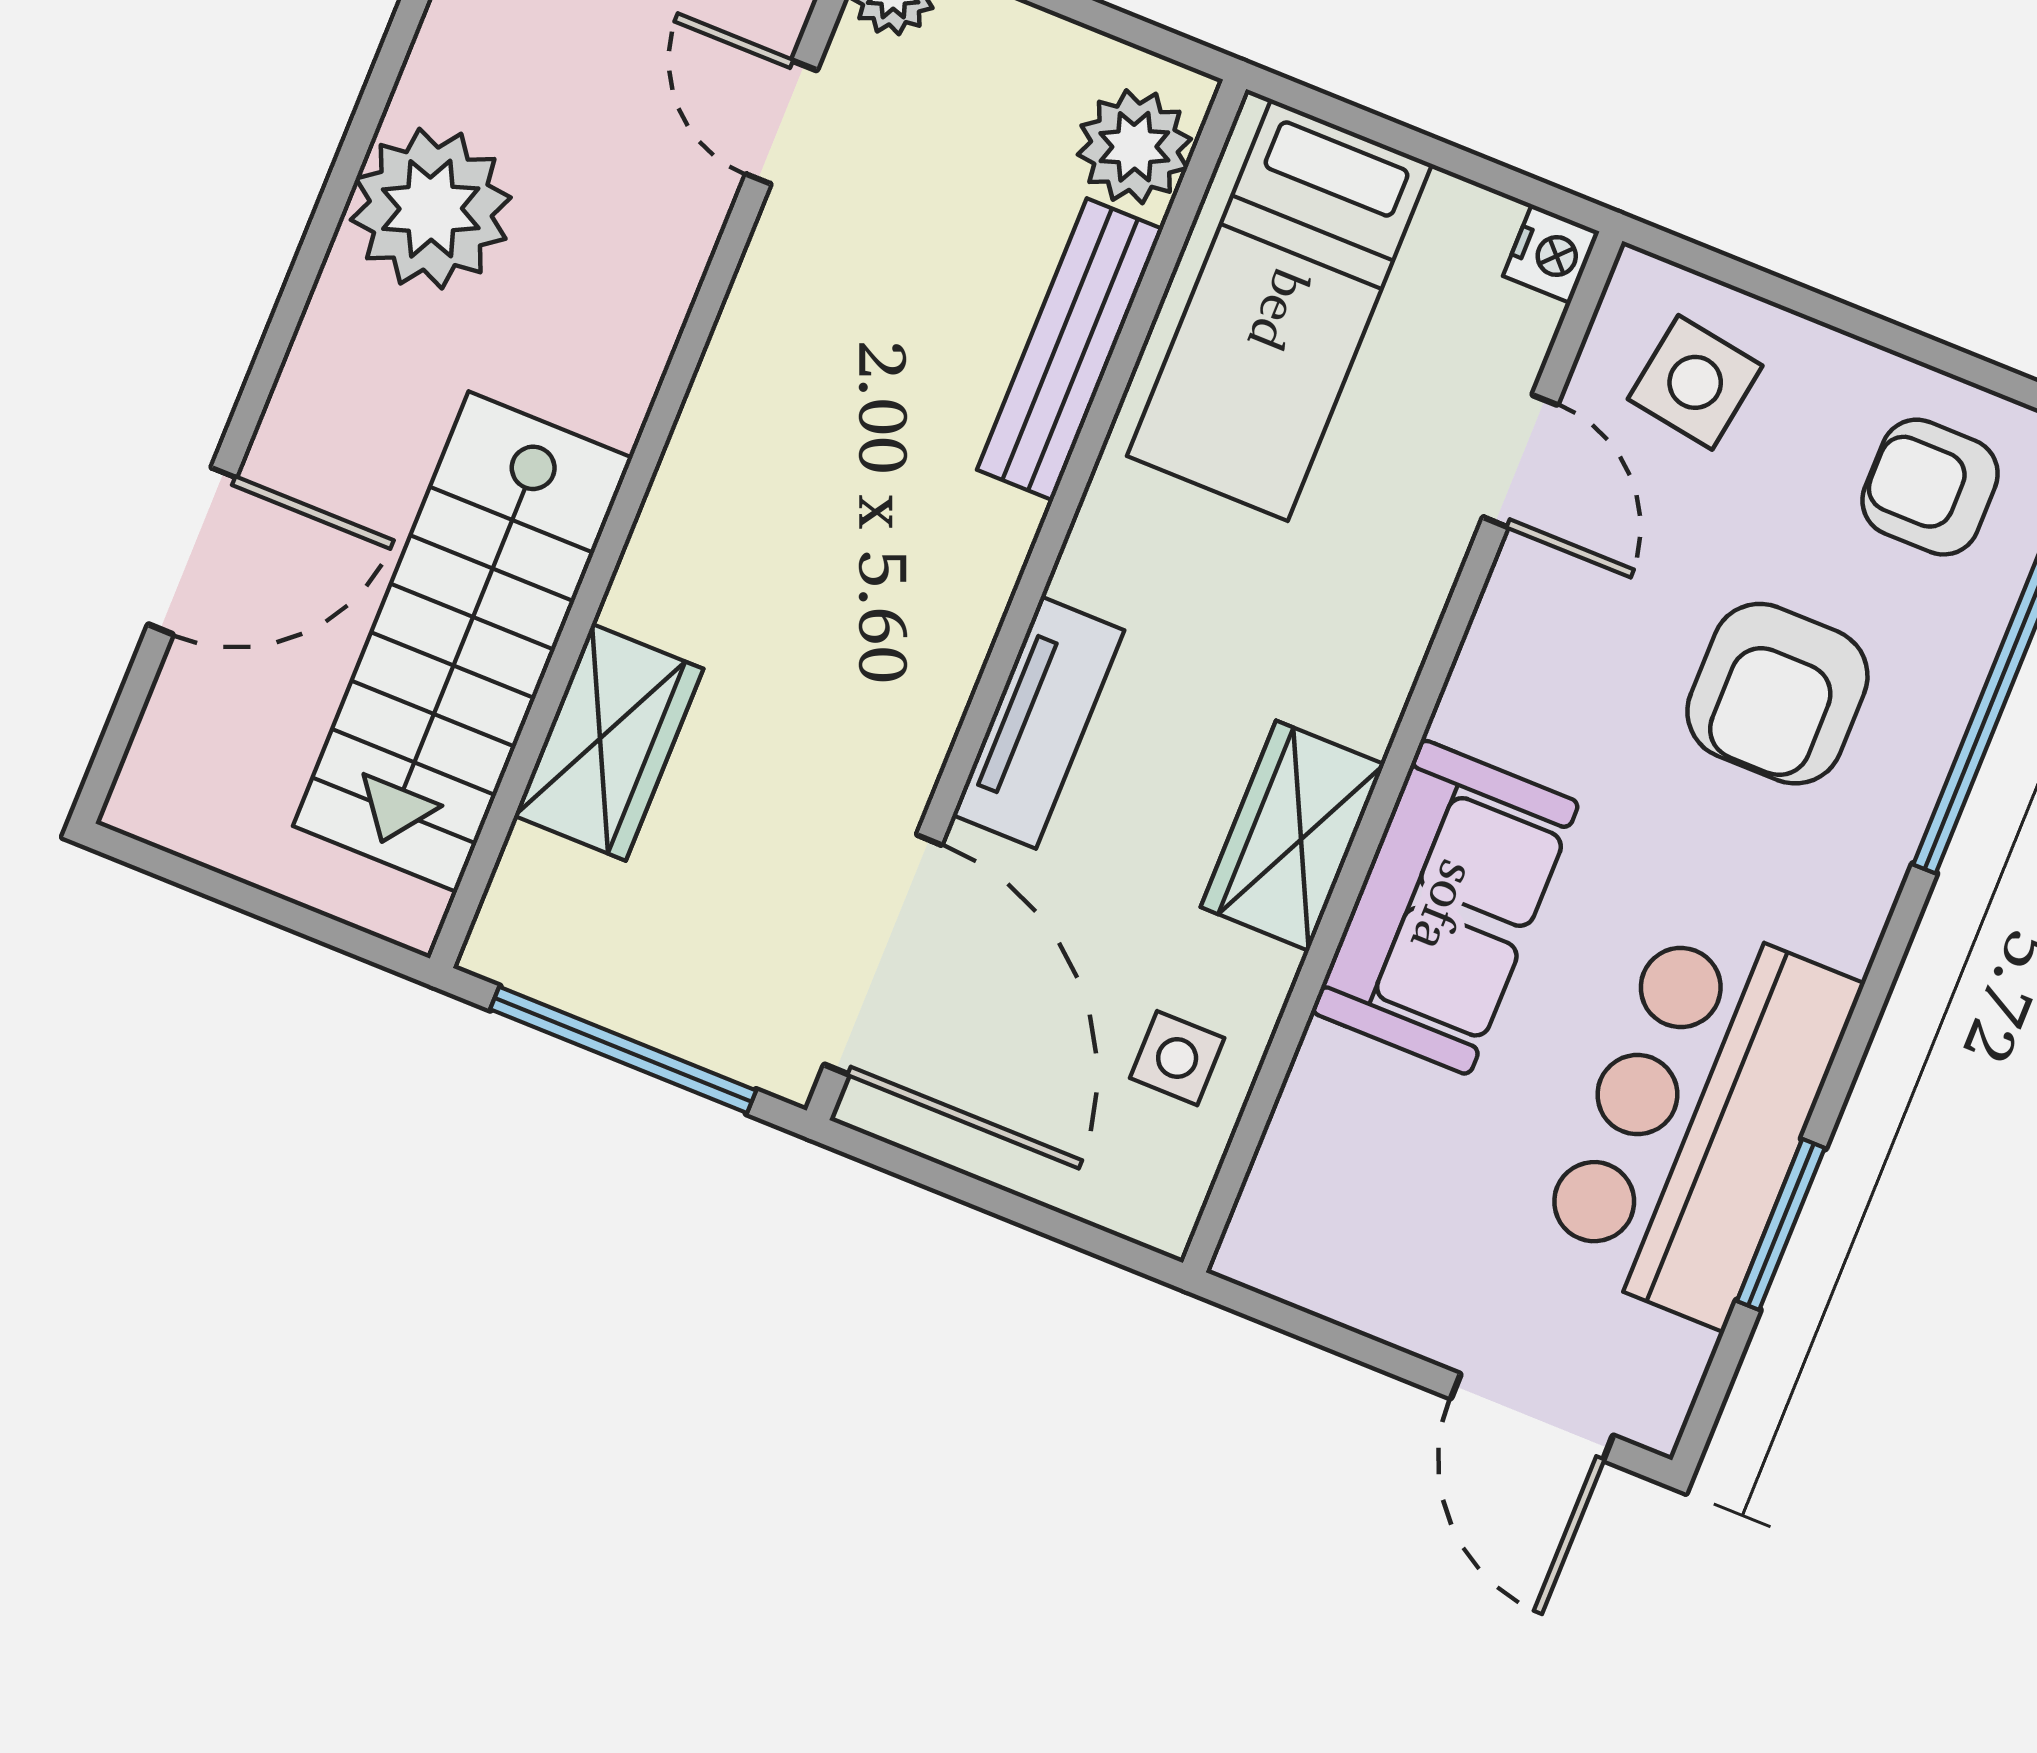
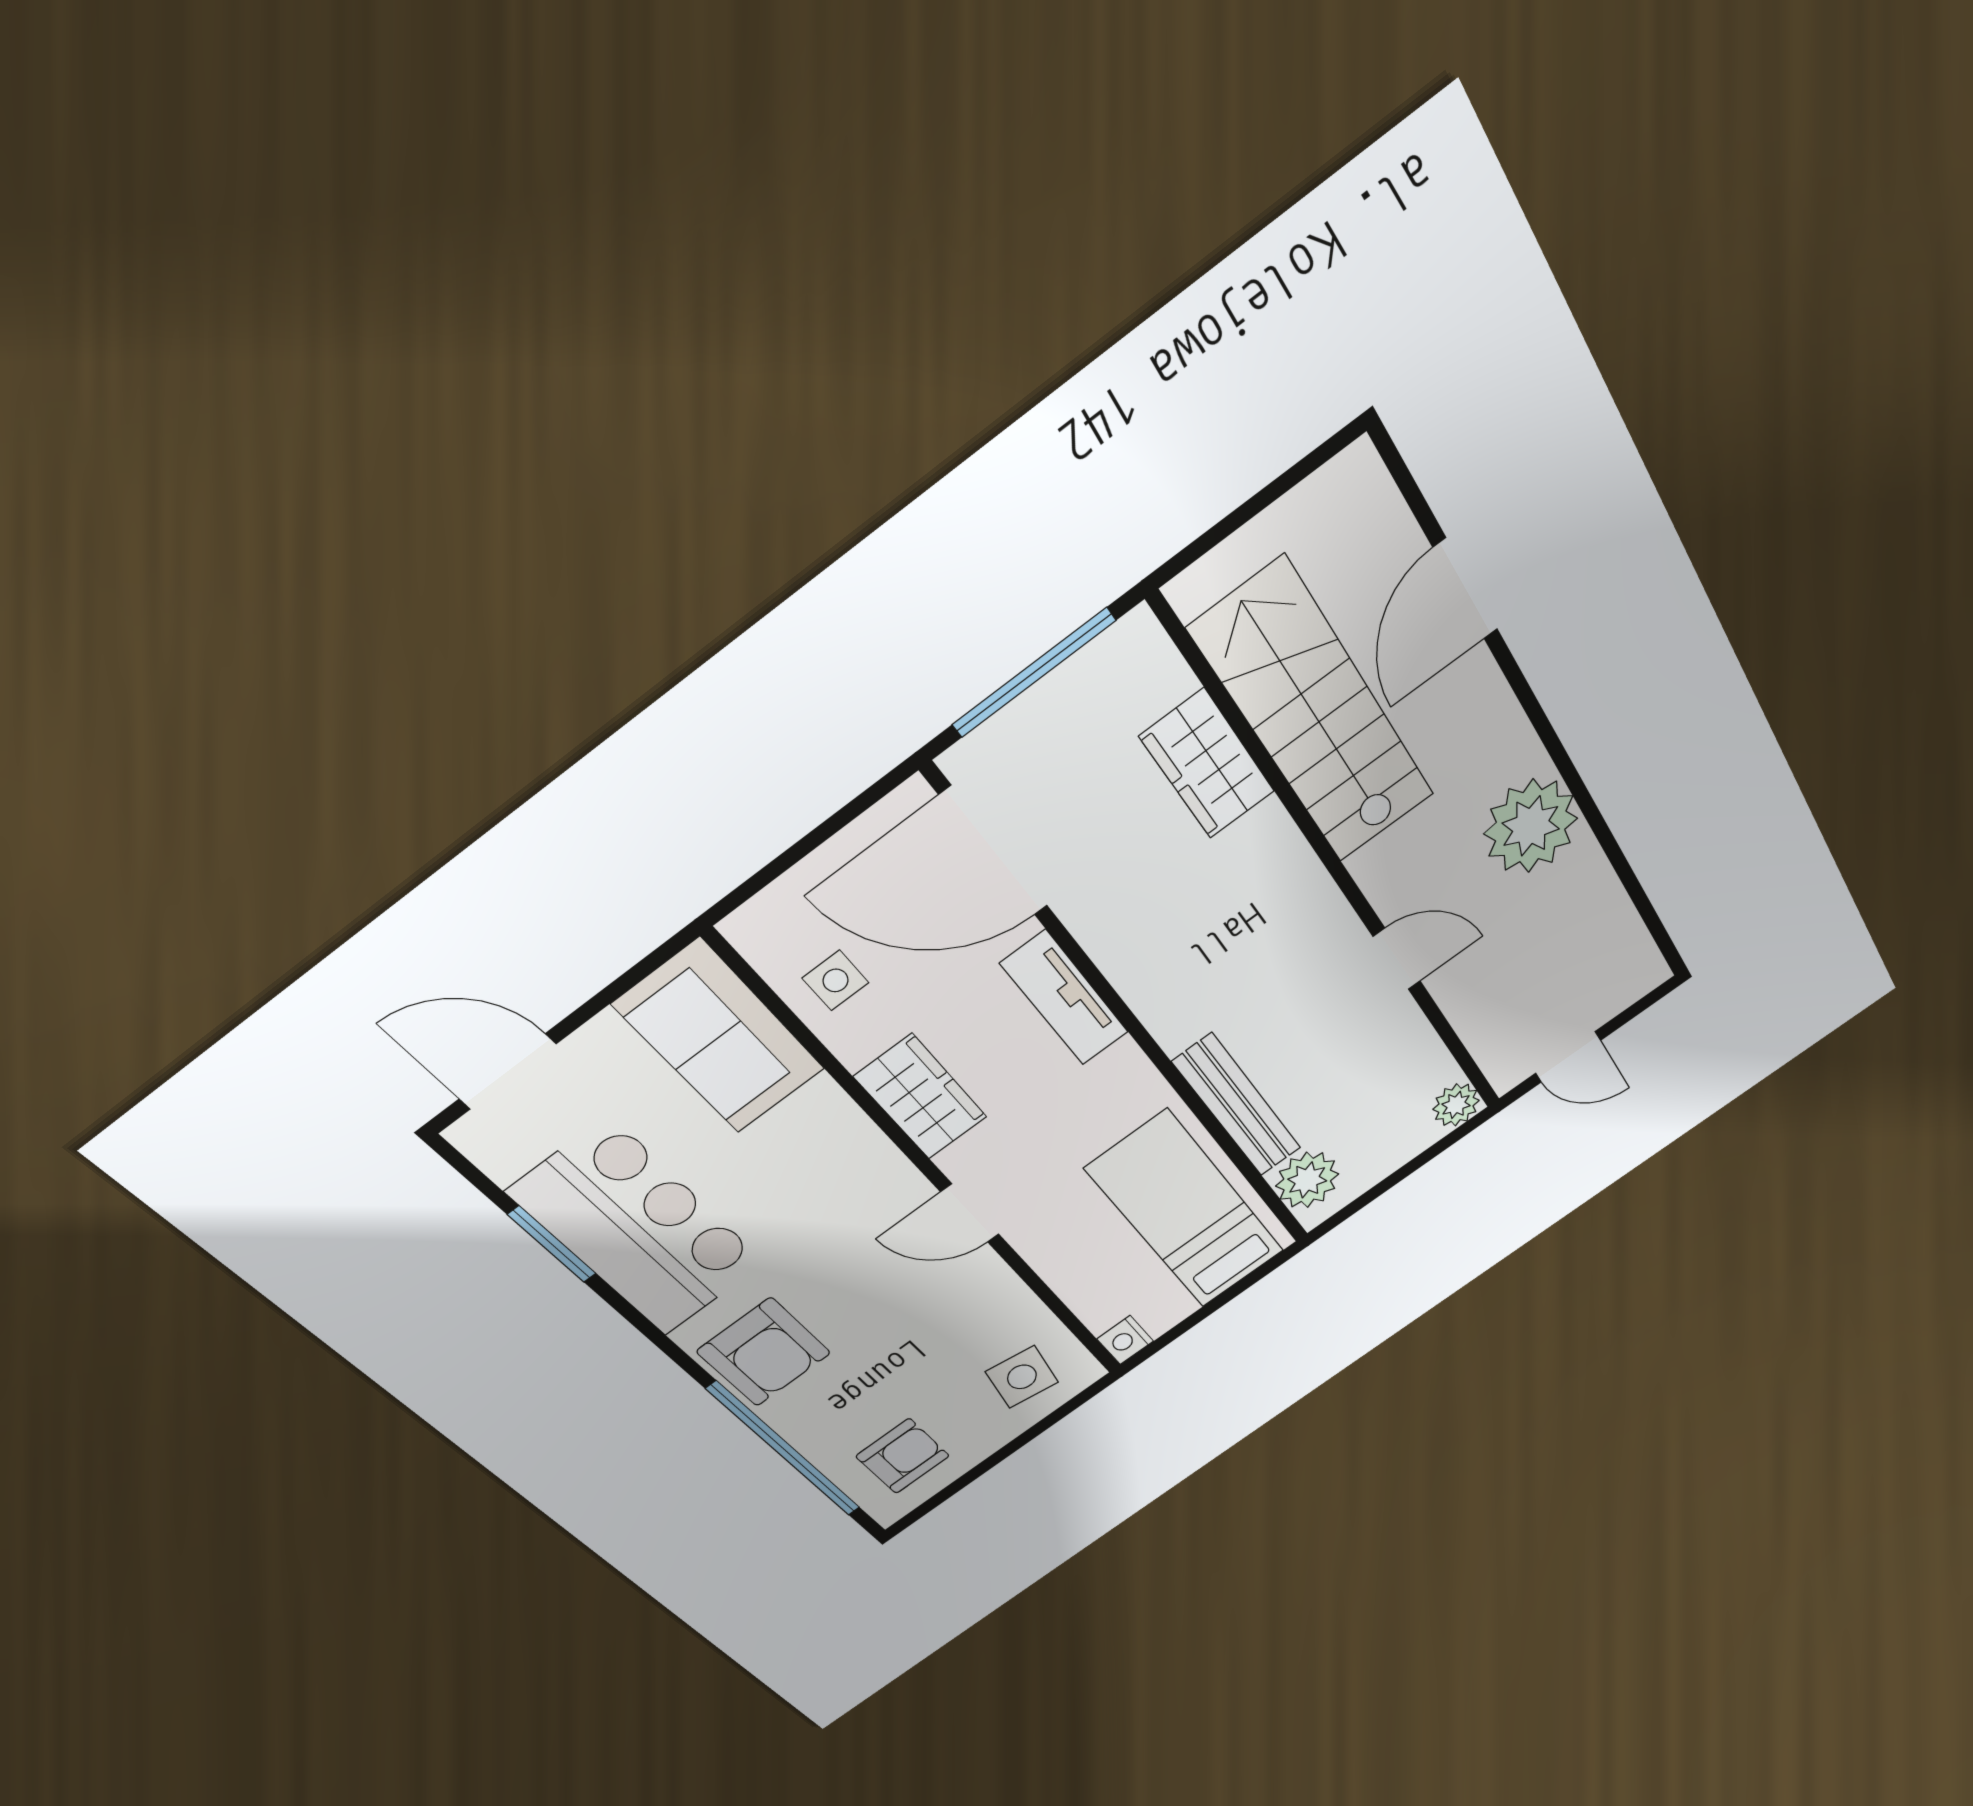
door: (781, 122) -> (1397, 959), moved
door: (1520, 461) -> (970, 1213), moved
armchair: (1777, 694) -> (764, 1352), moved, turned 180
sofa: (1445, 907) -> (720, 1037), moved

